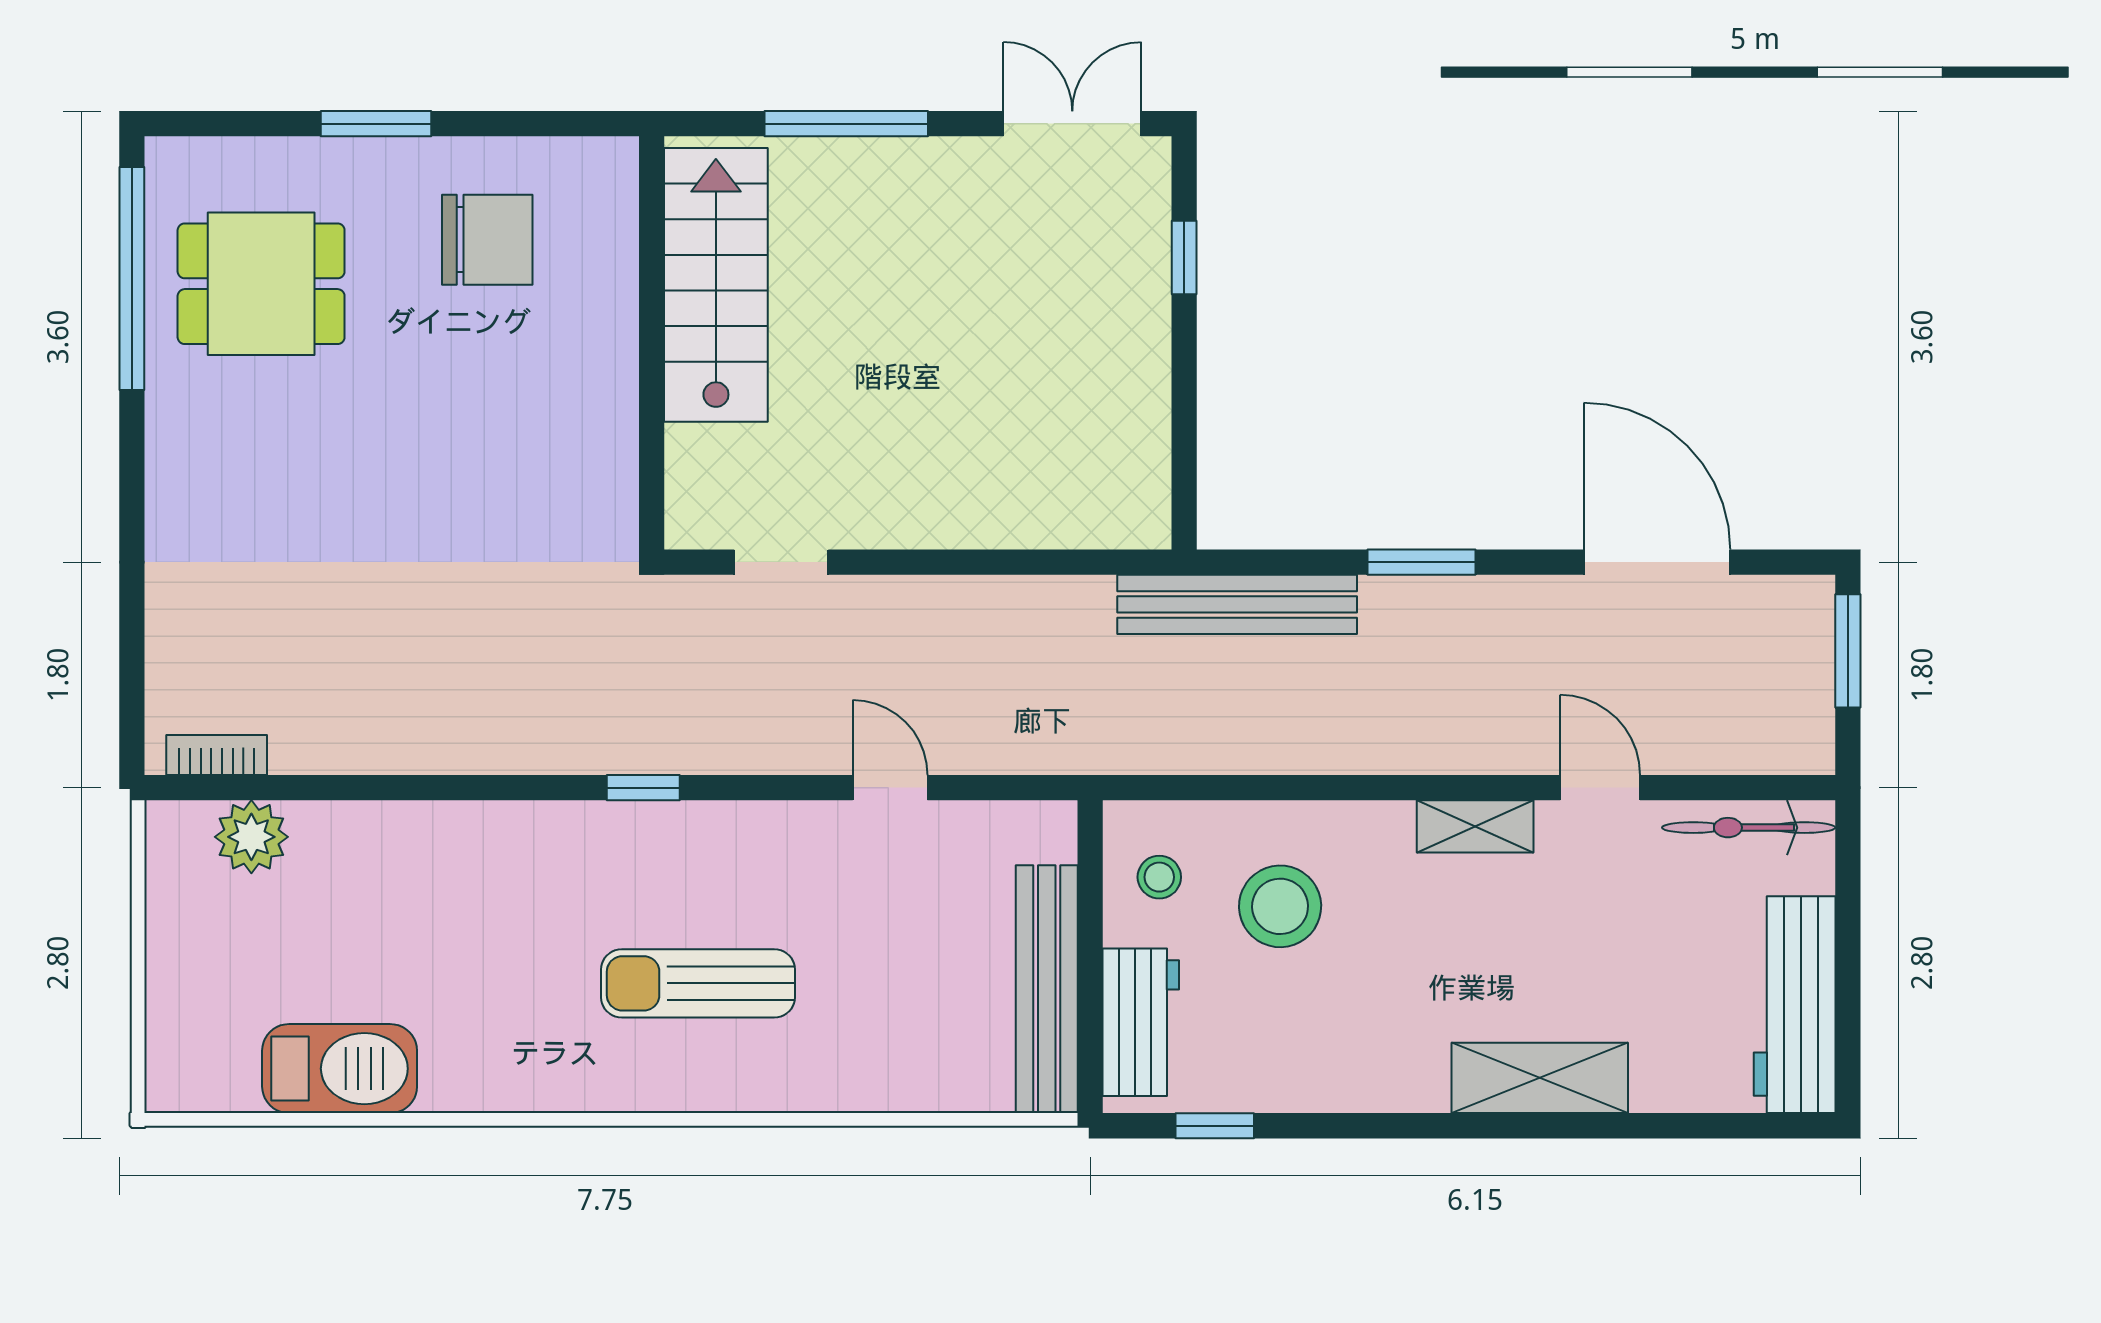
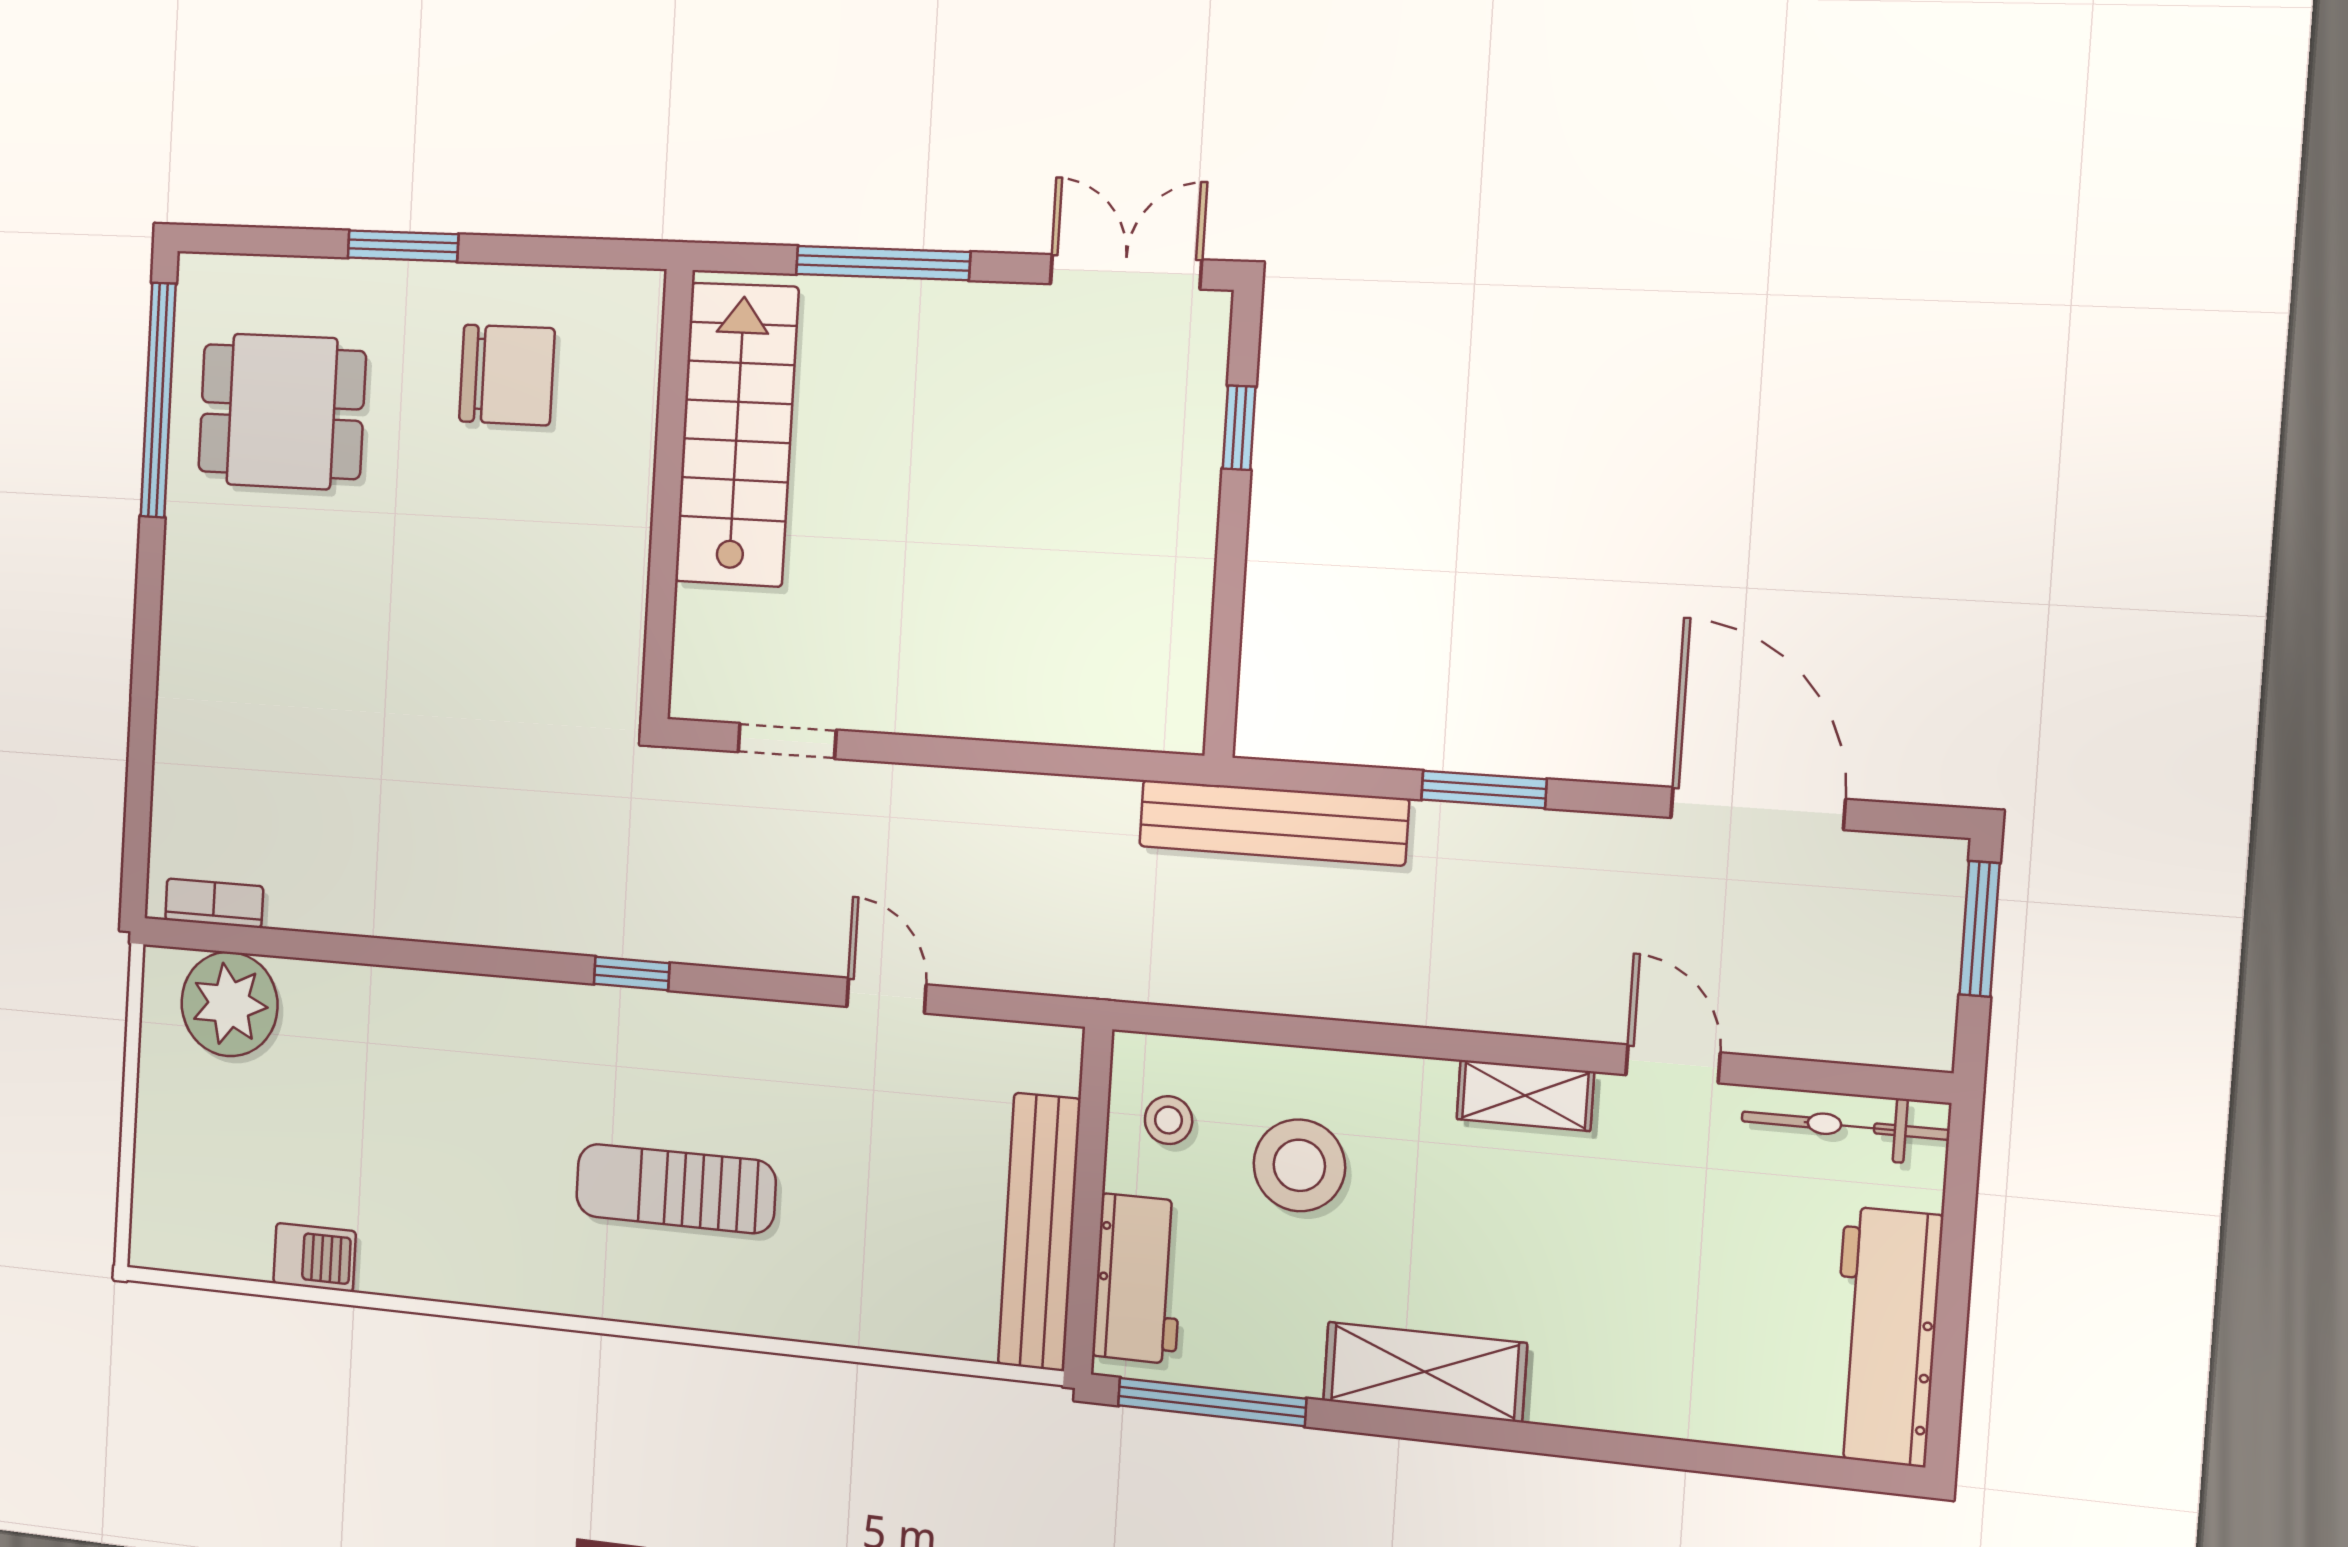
plant: (251, 837) -> (229, 1004), width x1.36, depth x1.36
barbecue: (340, 1069) -> (315, 1257), width x0.53, depth x0.65
shelving: (1540, 1078) -> (1425, 1372), moved
window: (1215, 1126) -> (1212, 1402), width x2.17

